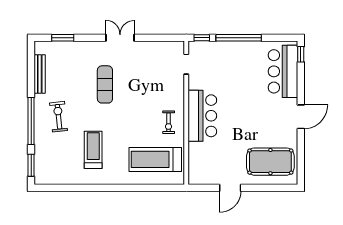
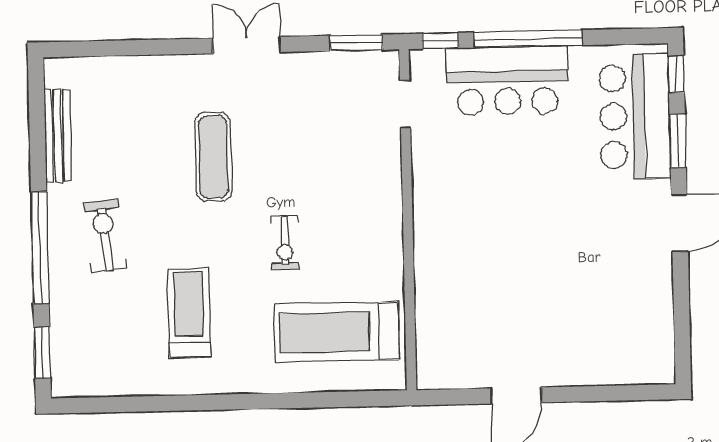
window: (63, 38) -> (356, 43), moved
window: (301, 82) -> (678, 141), added
bar counter: (202, 116) -> (507, 80), moved, turned 90
exercise bike: (169, 122) -> (285, 243), moved
pool table: (270, 162) -> (610, 331), removed

